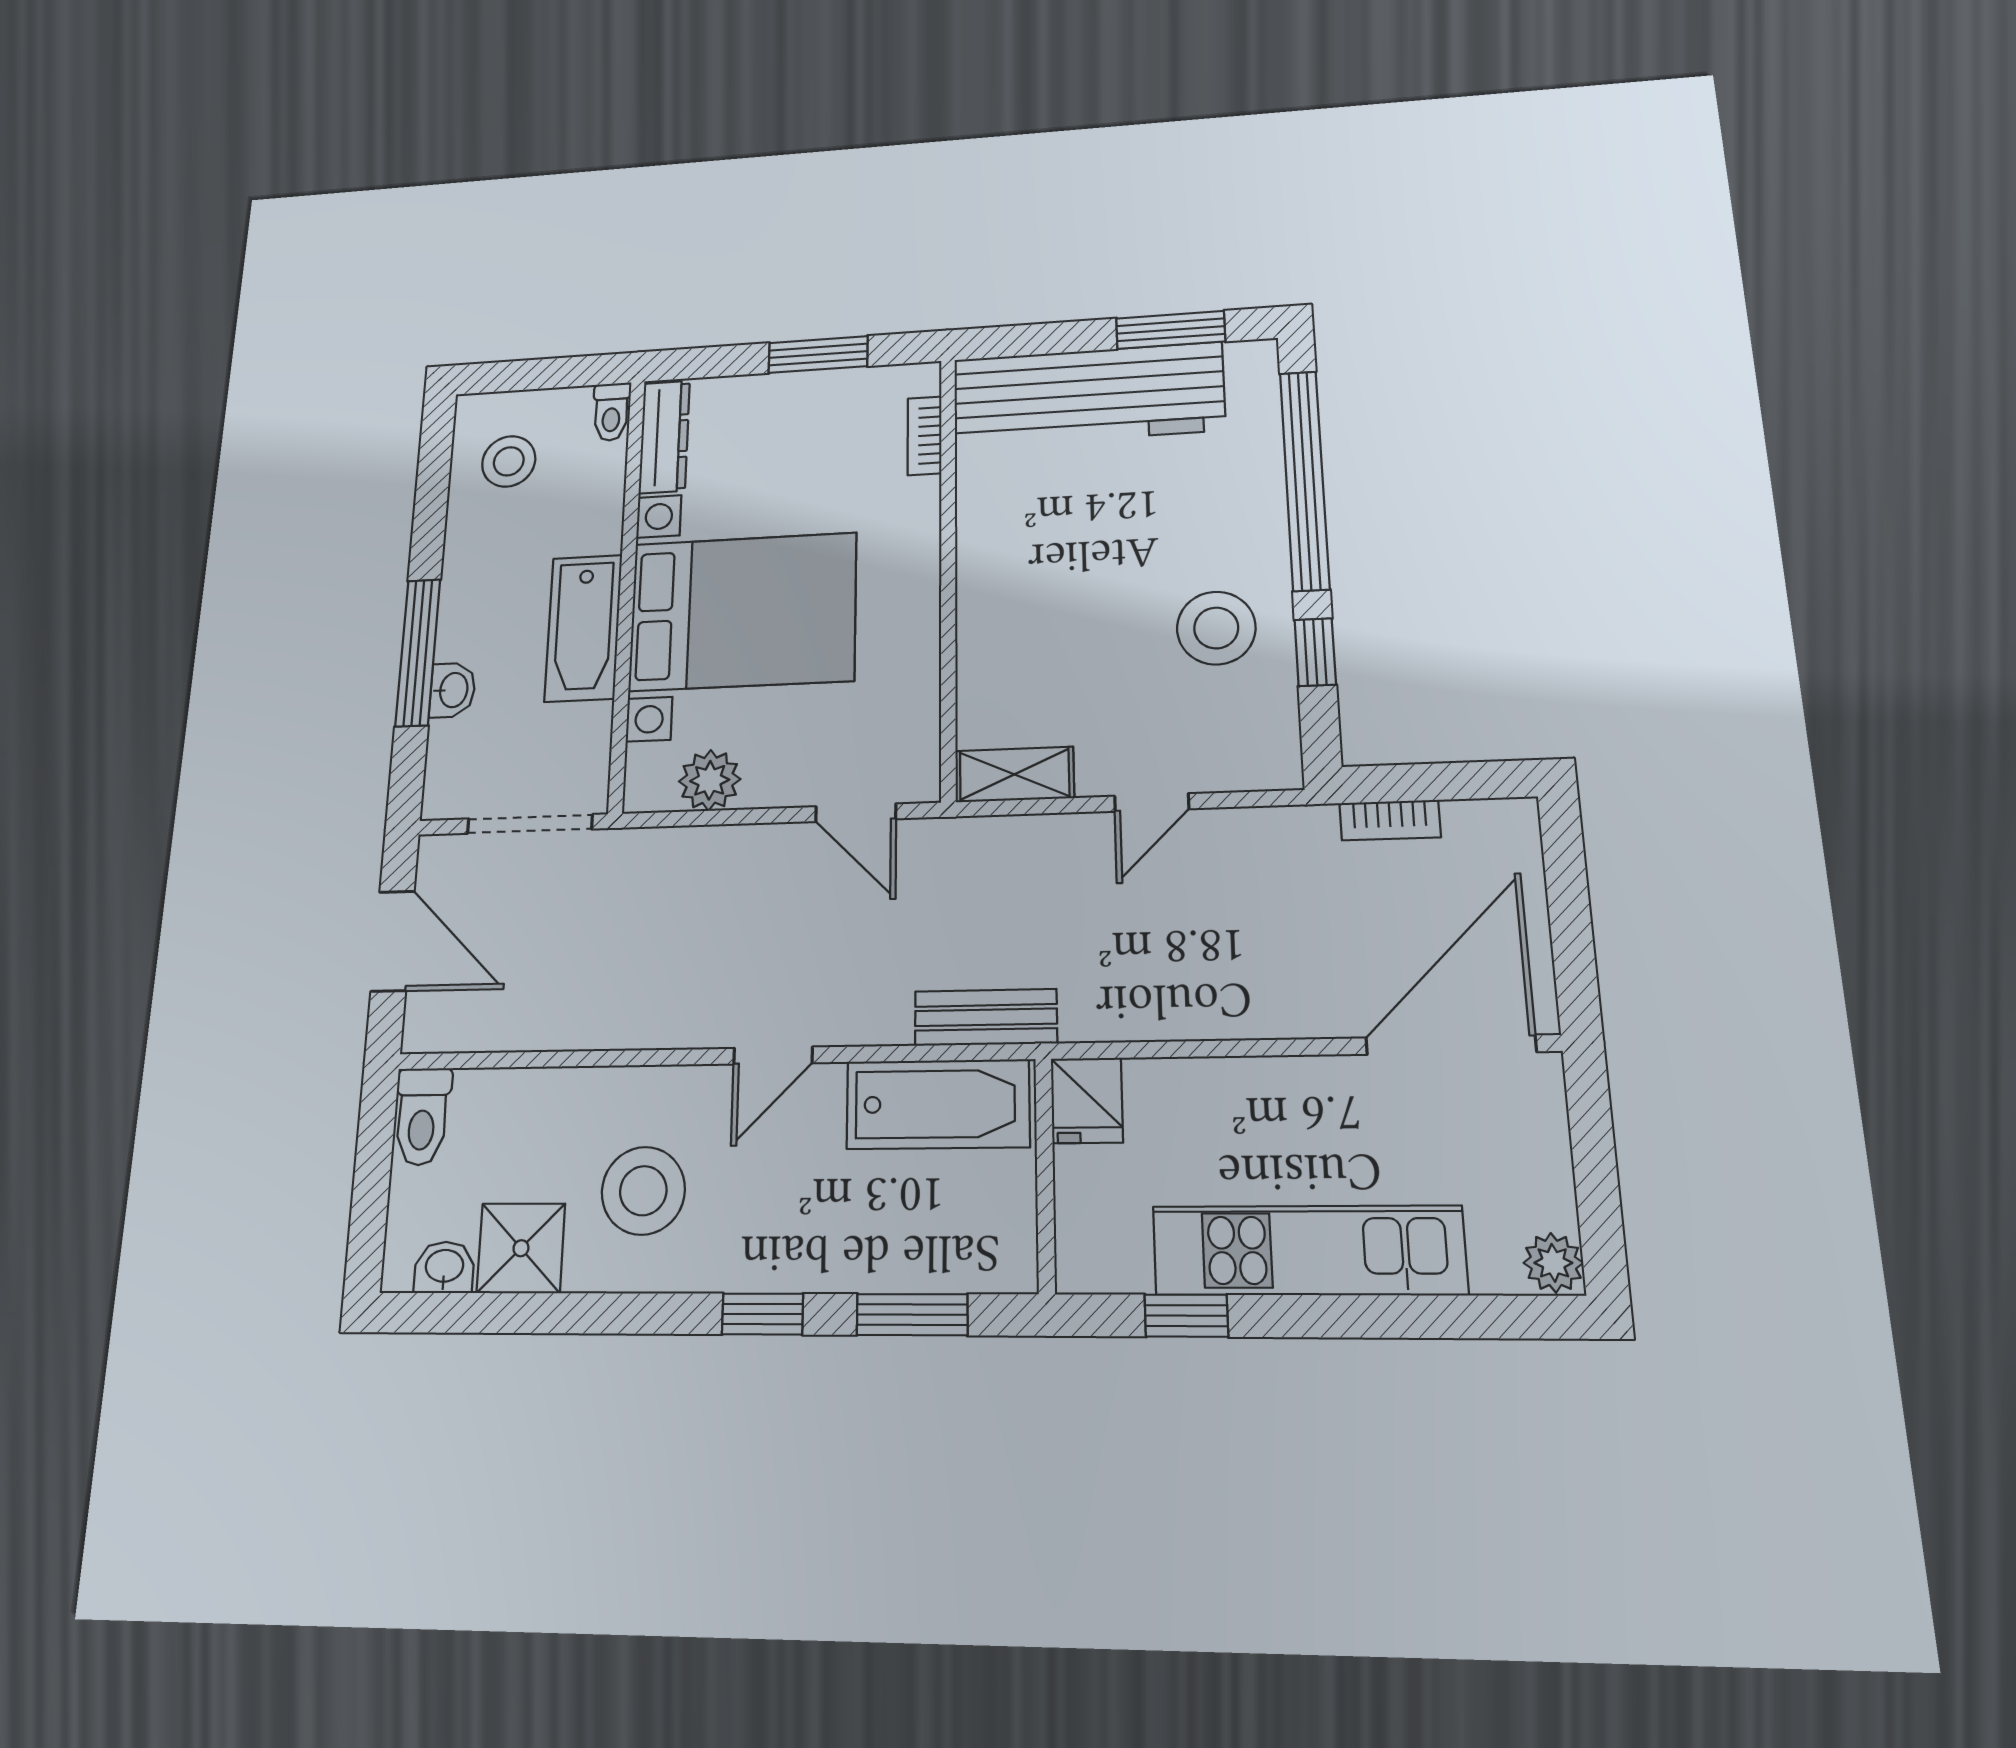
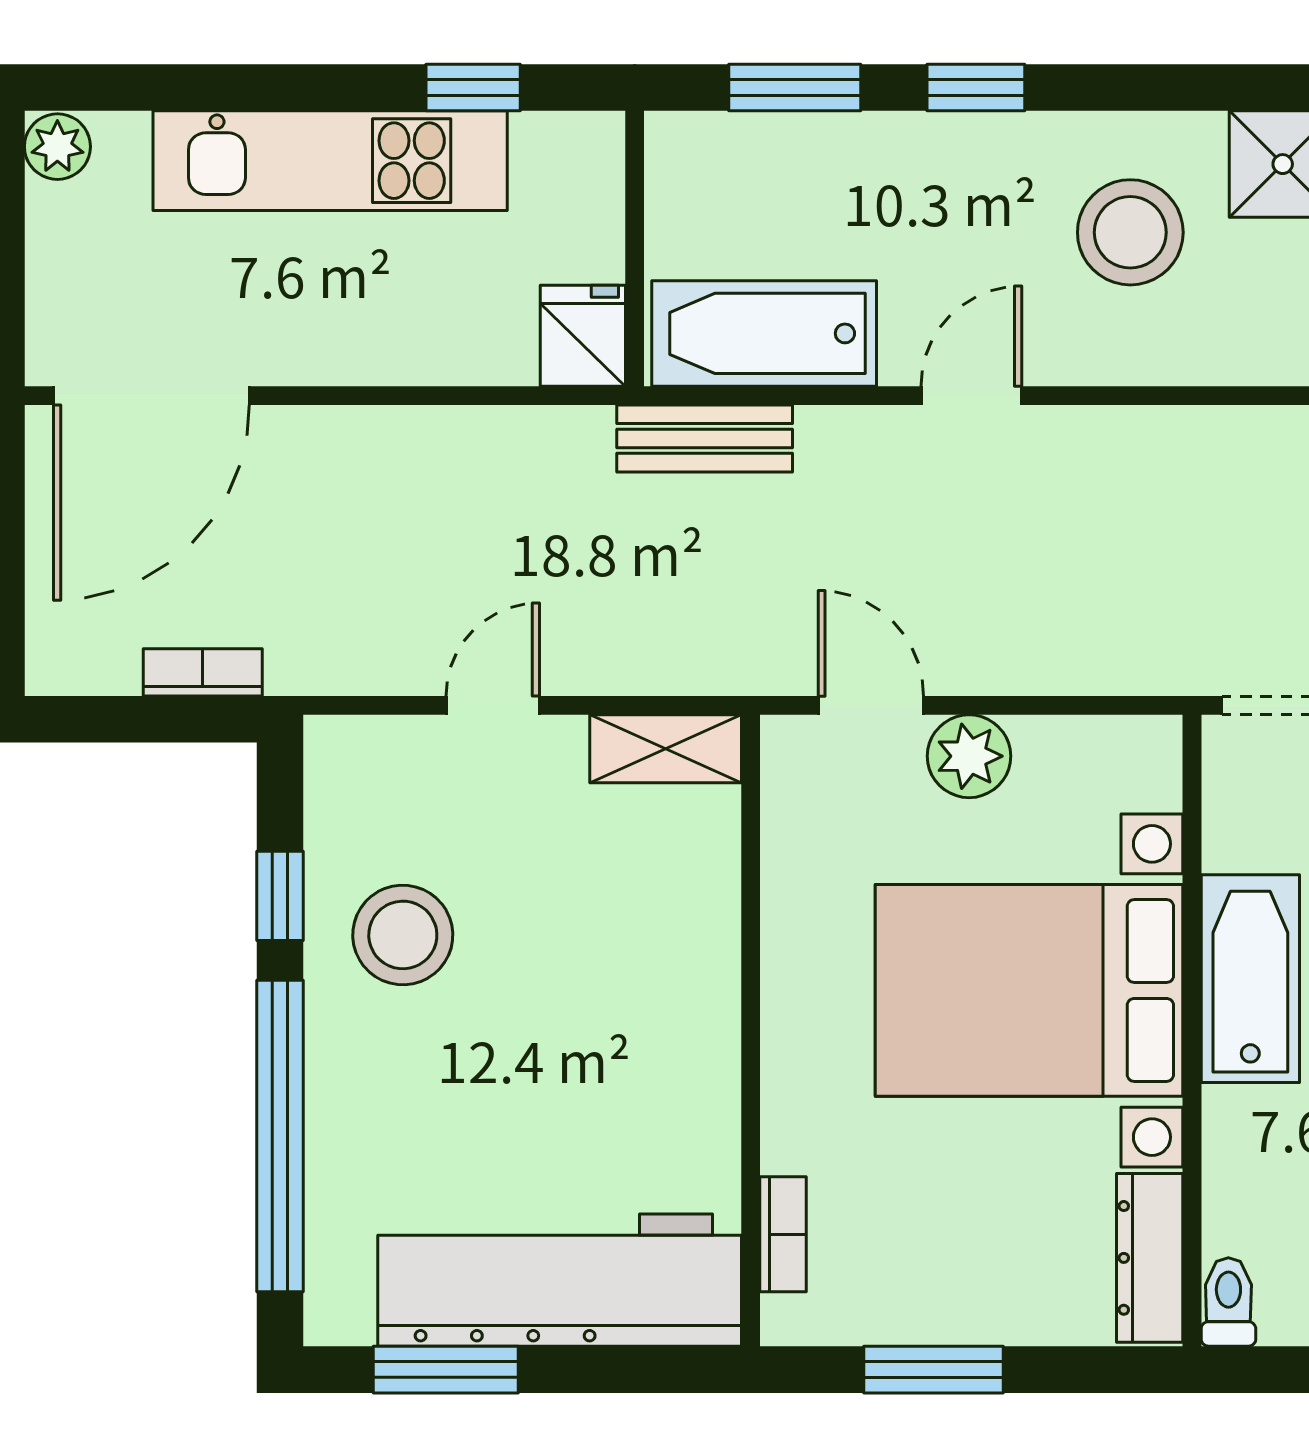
plant: (710, 780) -> (969, 756), moved

